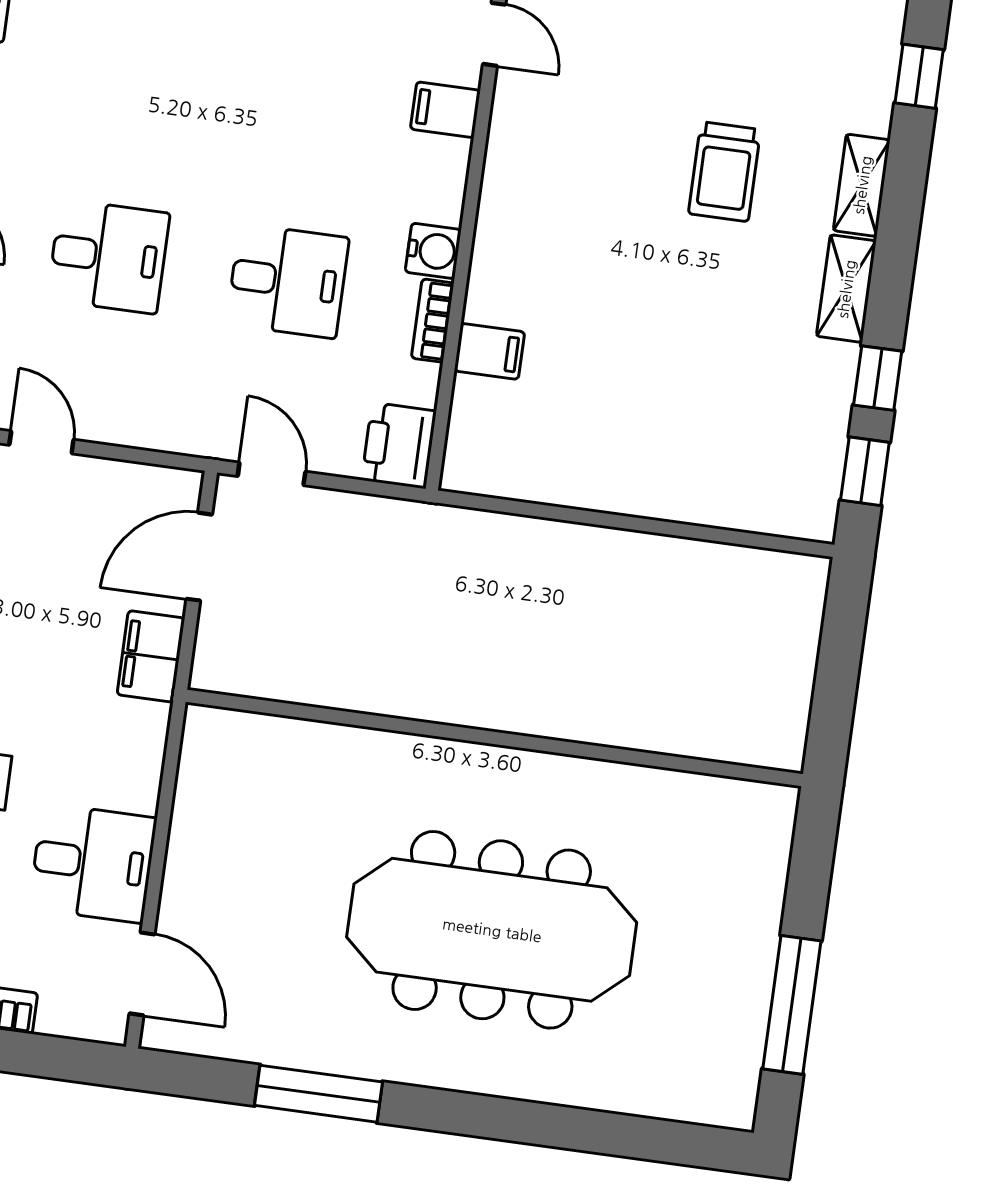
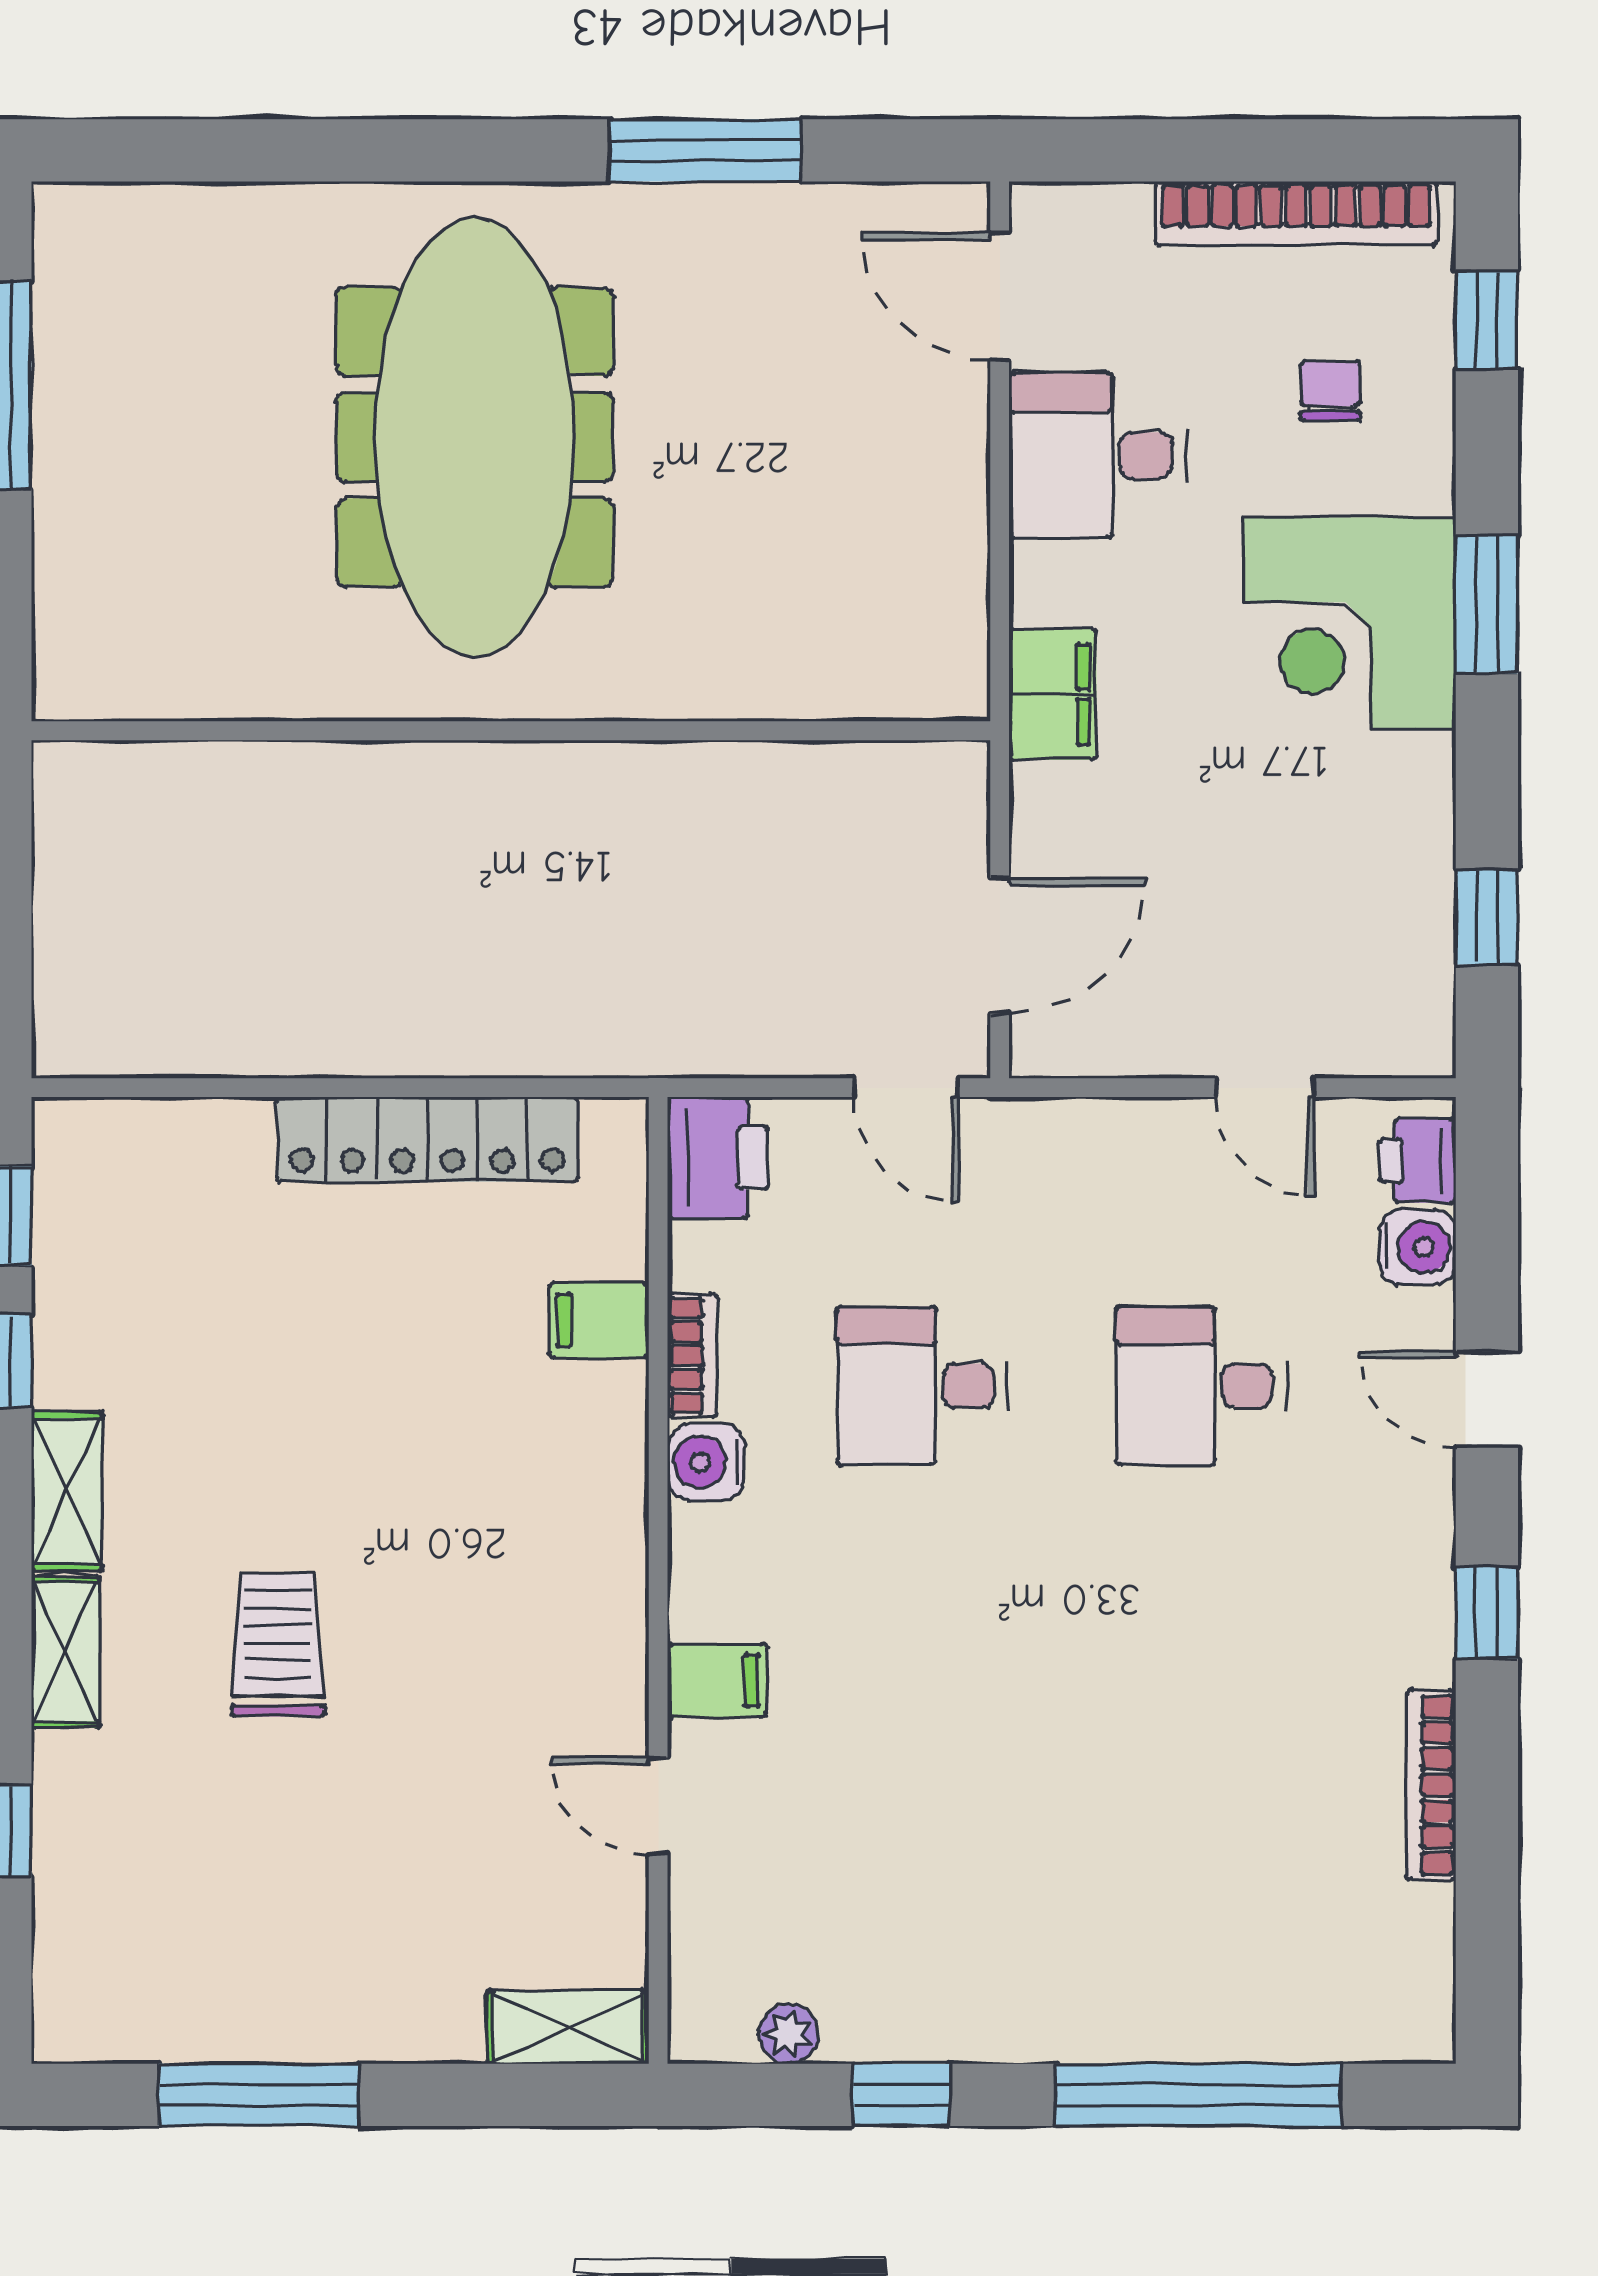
locker: (584, 483) -> (427, 1139), added
filing cabinet: (151, 656) -> (1053, 694), moved
meeting table: (492, 930) -> (475, 437), turned 90

